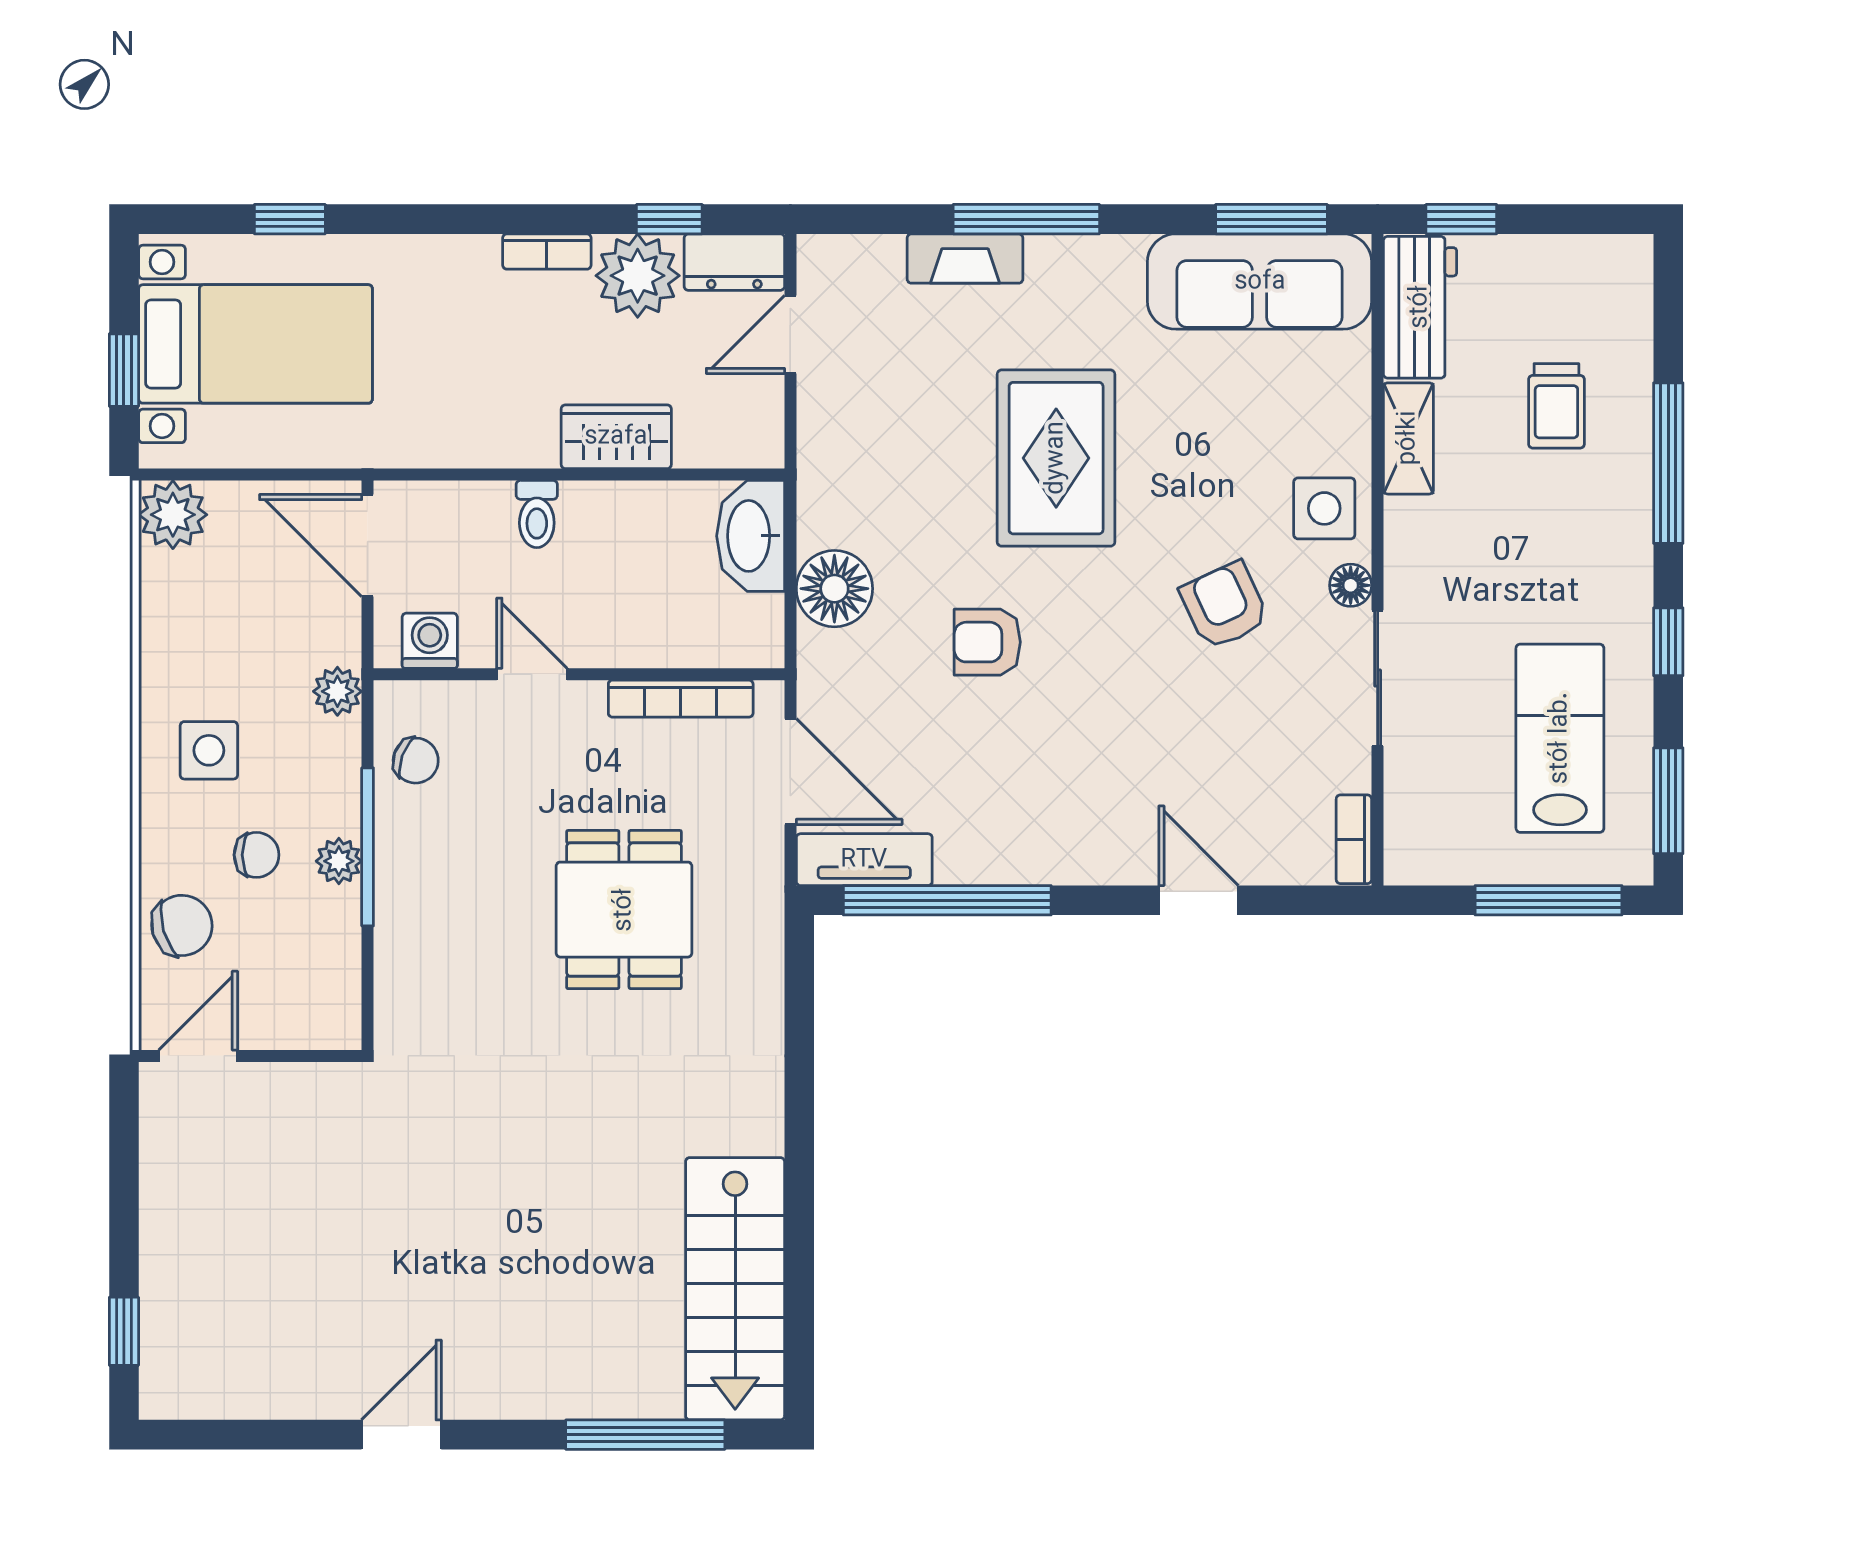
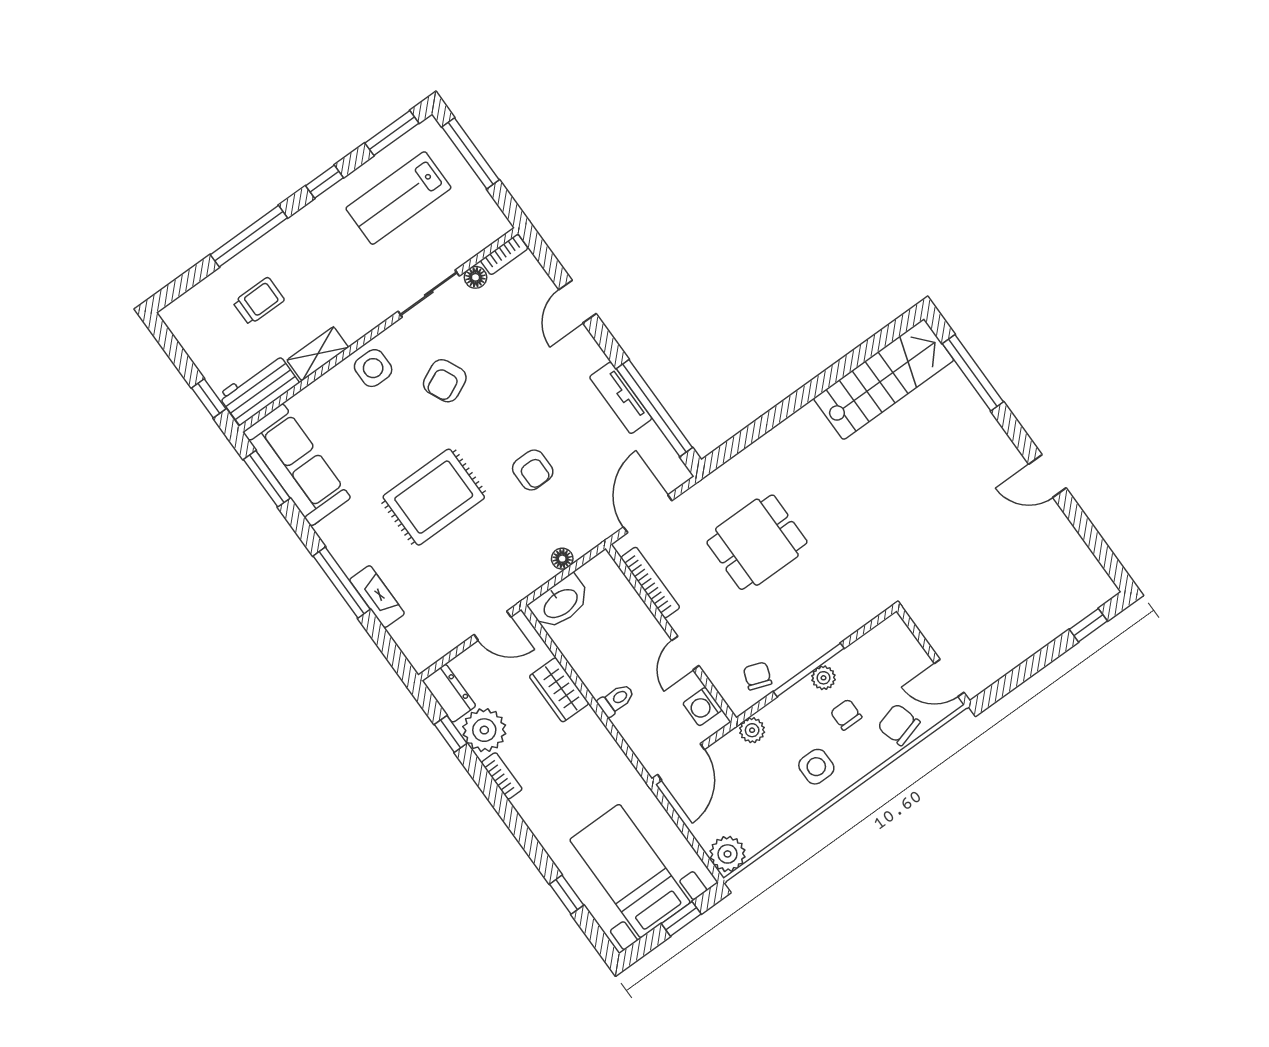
door: (790, 334) -> (493, 626), moved
floor lamp: (1351, 585) -> (475, 277), moved
floor lamp: (834, 589) -> (562, 559), width x0.53, depth x0.53
tv unit: (864, 860) -> (621, 398), moved

